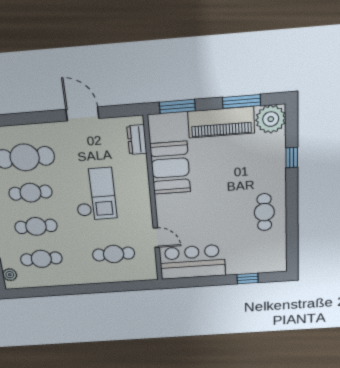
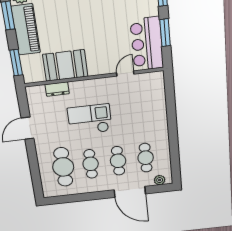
dresser: (137, 140) -> (57, 89), moved
cafe table: (114, 254) -> (141, 105), removed
window: (205, 281) -> (165, 33), added

